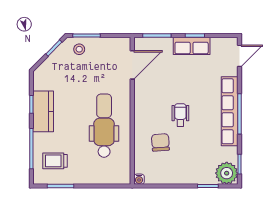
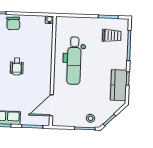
kitchen counter: (43, 111) -> (119, 85), moved
chair: (160, 142) -> (13, 23), moved

